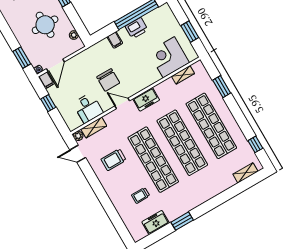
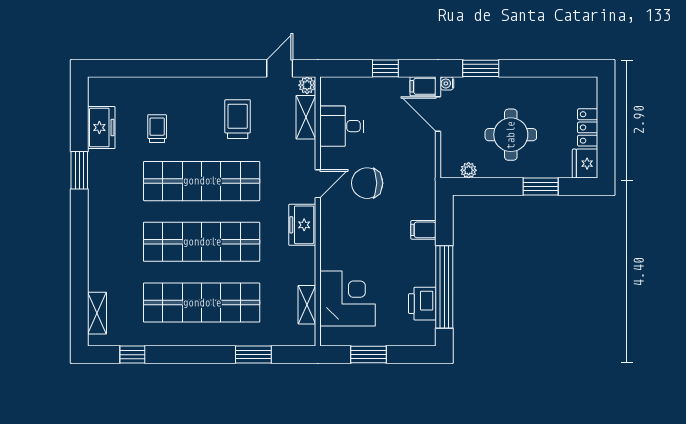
printer: (137, 28) -> (422, 304), moved

